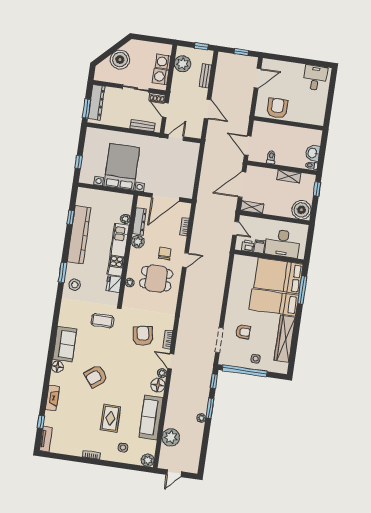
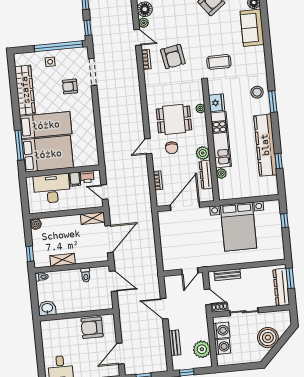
armchair: (277, 108) -> (92, 328), turned 90
washbasin: (313, 153) -> (47, 308), moved, turned -90
boiler: (301, 210) -> (36, 224), width x0.54, depth x0.54

